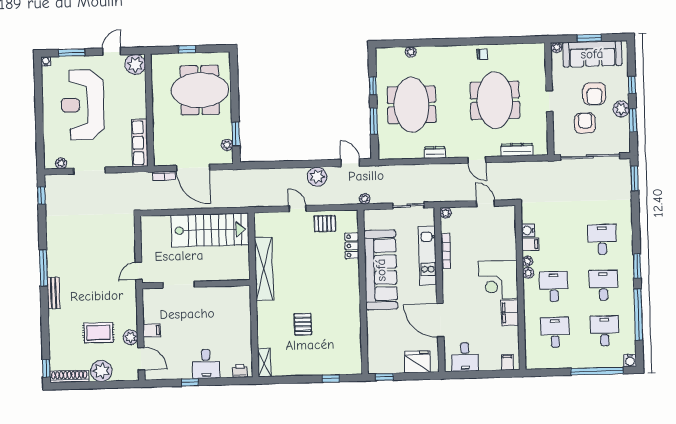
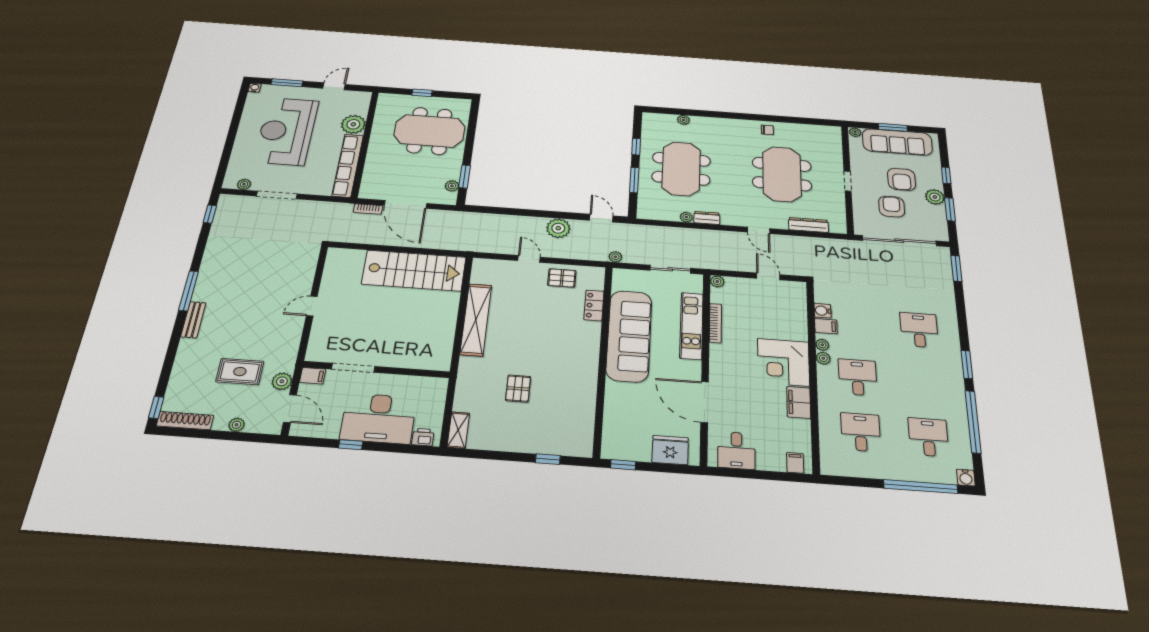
plant: (135, 64) -> (353, 124), moved
row of seats: (140, 143) -> (348, 165), width x1.36
plant: (418, 154) -> (686, 217), added
wall: (196, 284) -> (376, 369), moved
doorway: (179, 285) -> (353, 368), moved
desk: (603, 285) -> (924, 382), removed
desk: (206, 364) -> (378, 418), width x1.87, depth x1.30
plant: (101, 371) -> (237, 425), width x0.53, depth x0.53

